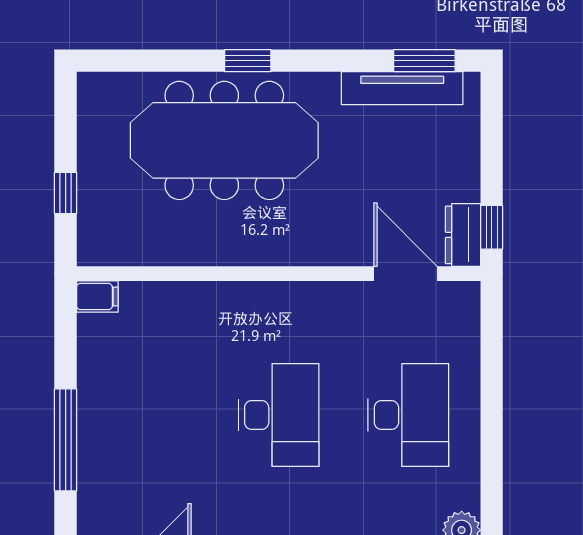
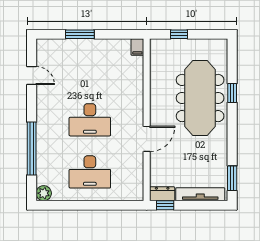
window: (248, 61) -> (232, 93), moved
tv unit: (402, 88) -> (200, 194), moved, turned 90
door: (405, 274) -> (147, 139), moved
window: (66, 440) -> (80, 34), width x0.69

